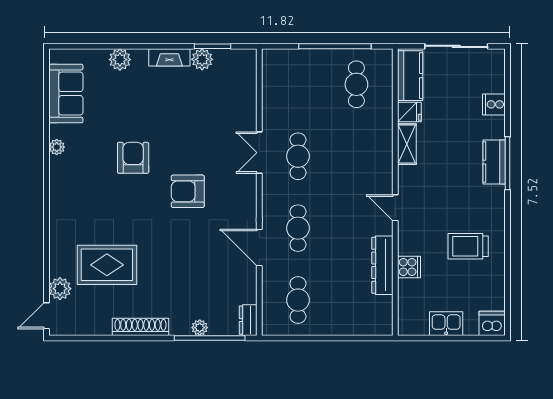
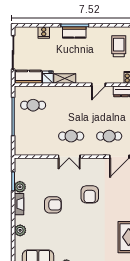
armchair: (133, 158) -> (53, 205), moved, turned 180
trolley: (468, 246) -> (119, 46), turned 180

